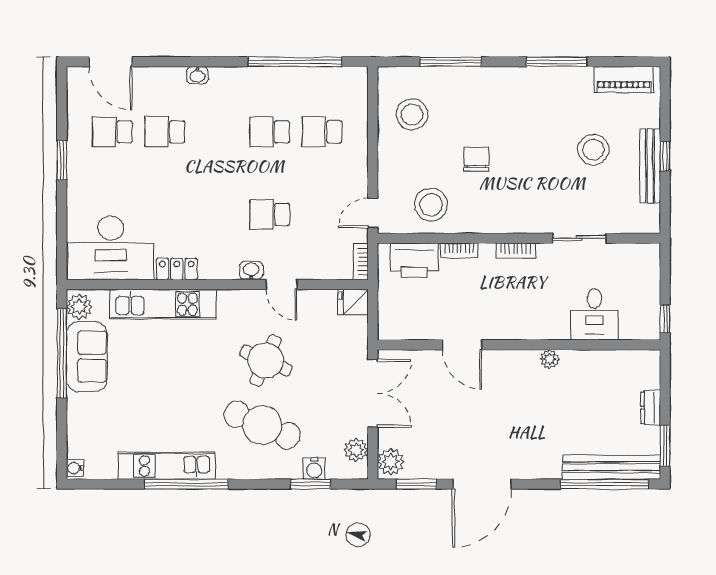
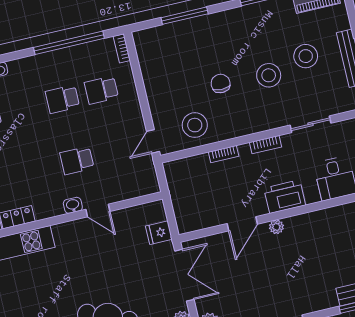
stool: (412, 114) -> (269, 75), moved
printer: (414, 260) -> (285, 197), moved, turned 180
bookcase: (361, 262) -> (122, 48), moved
fridge: (353, 302) -> (159, 233), moved
door: (462, 345) -> (242, 224), hinge flipped
plant: (550, 359) -> (276, 227), moved
round table: (266, 360) -> (99, 270), removed

